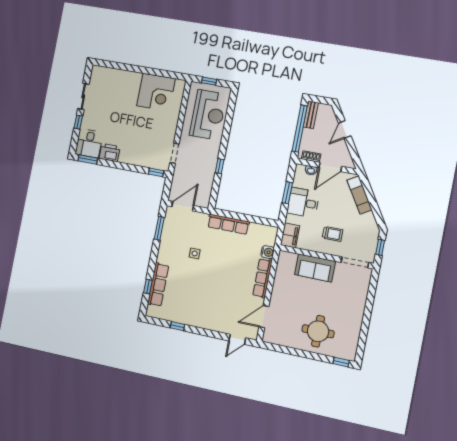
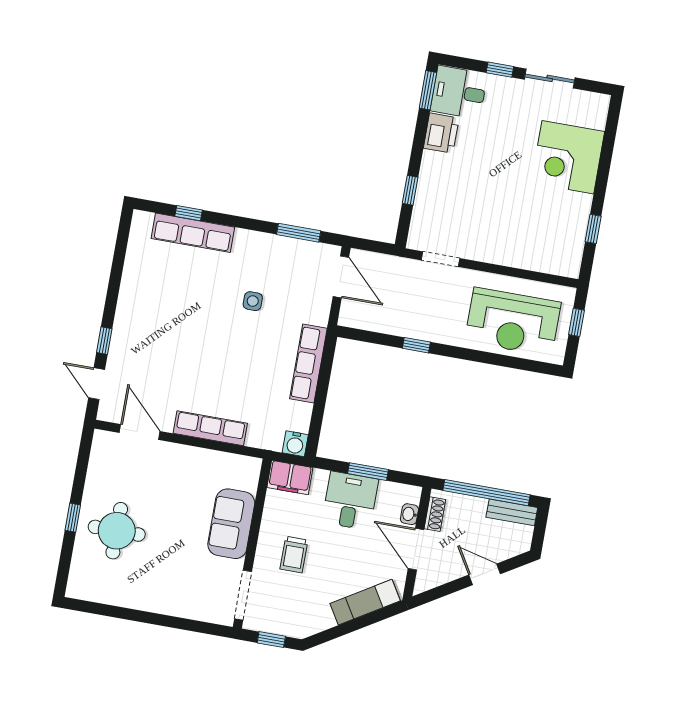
window: (160, 73) -> (593, 229), added
corner desk: (156, 92) -> (568, 157), moved
window: (156, 172) -> (410, 190), moved
water cooler: (268, 252) -> (295, 444), moved
window: (177, 326) -> (104, 341), moved
window: (341, 362) -> (73, 518), moved

